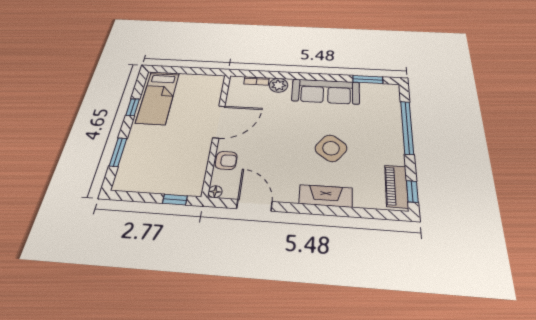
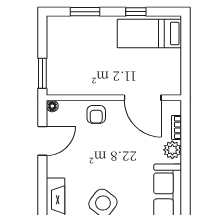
door: (219, 122) -> (143, 98), moved
armchair: (226, 160) -> (96, 114), moved
window: (175, 200) -> (42, 73), width x1.50

